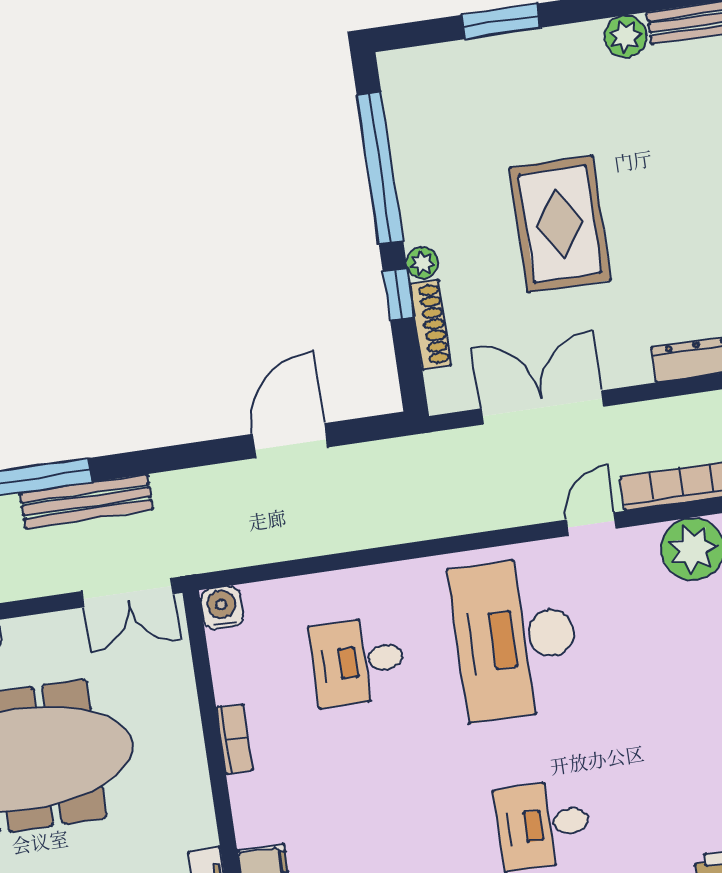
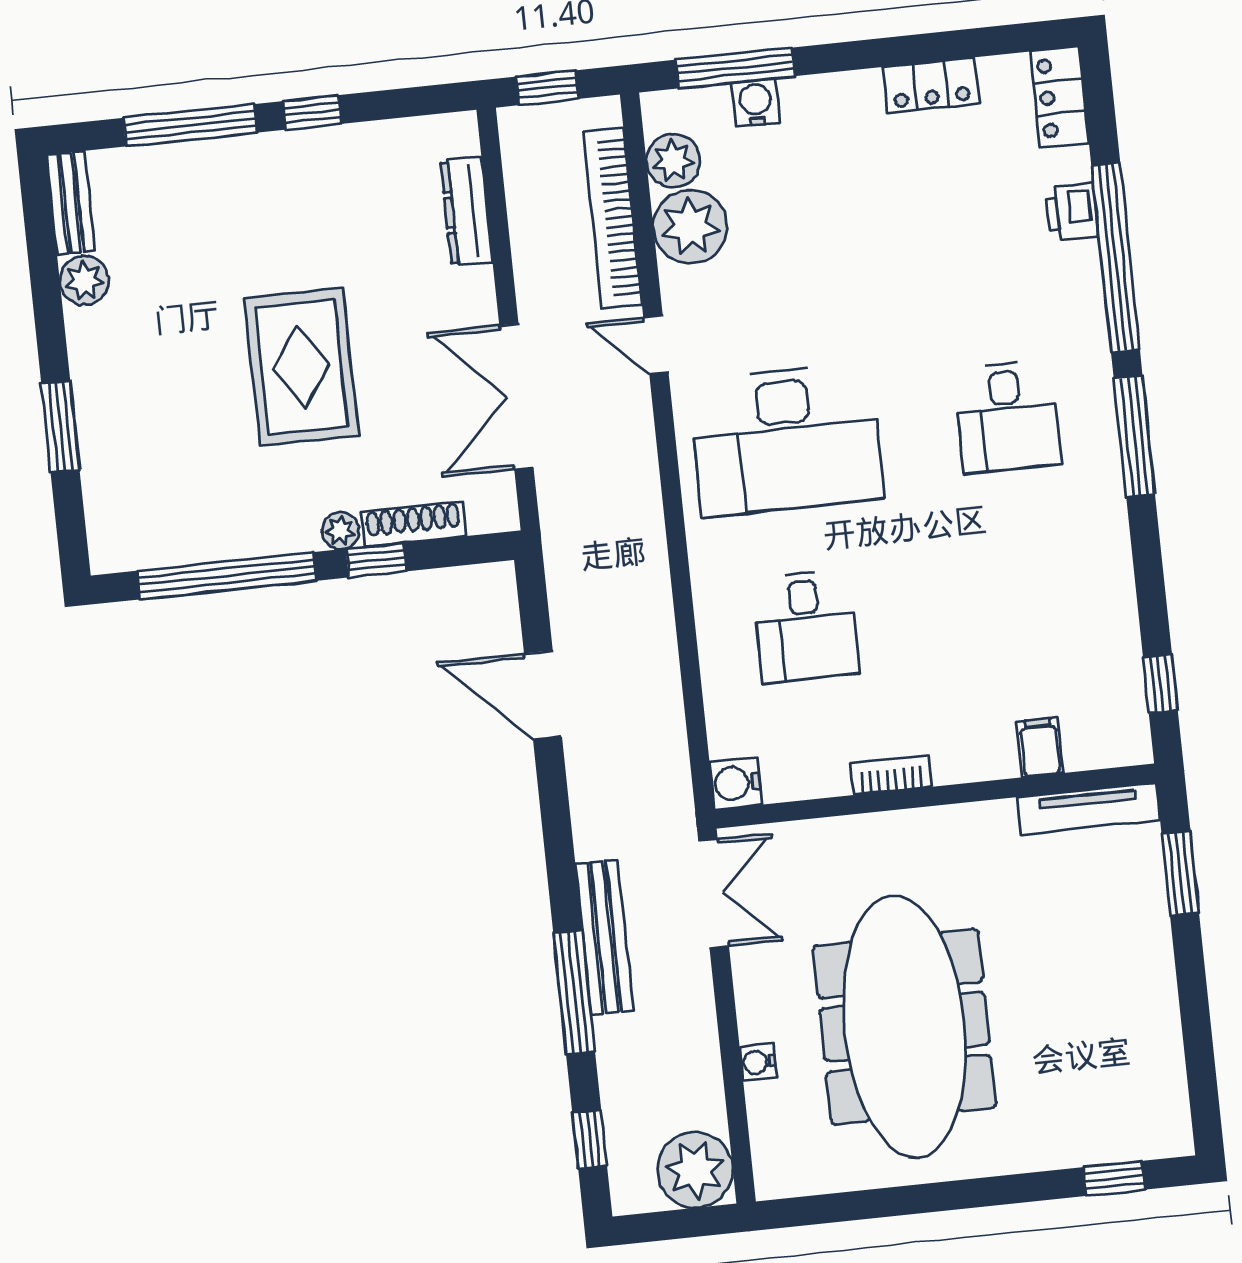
rug: (560, 224) -> (301, 367), turned 90

